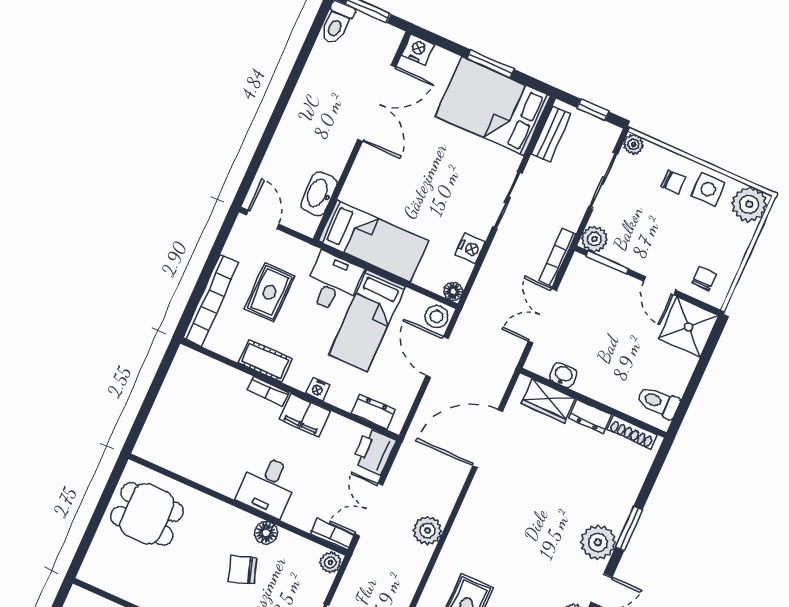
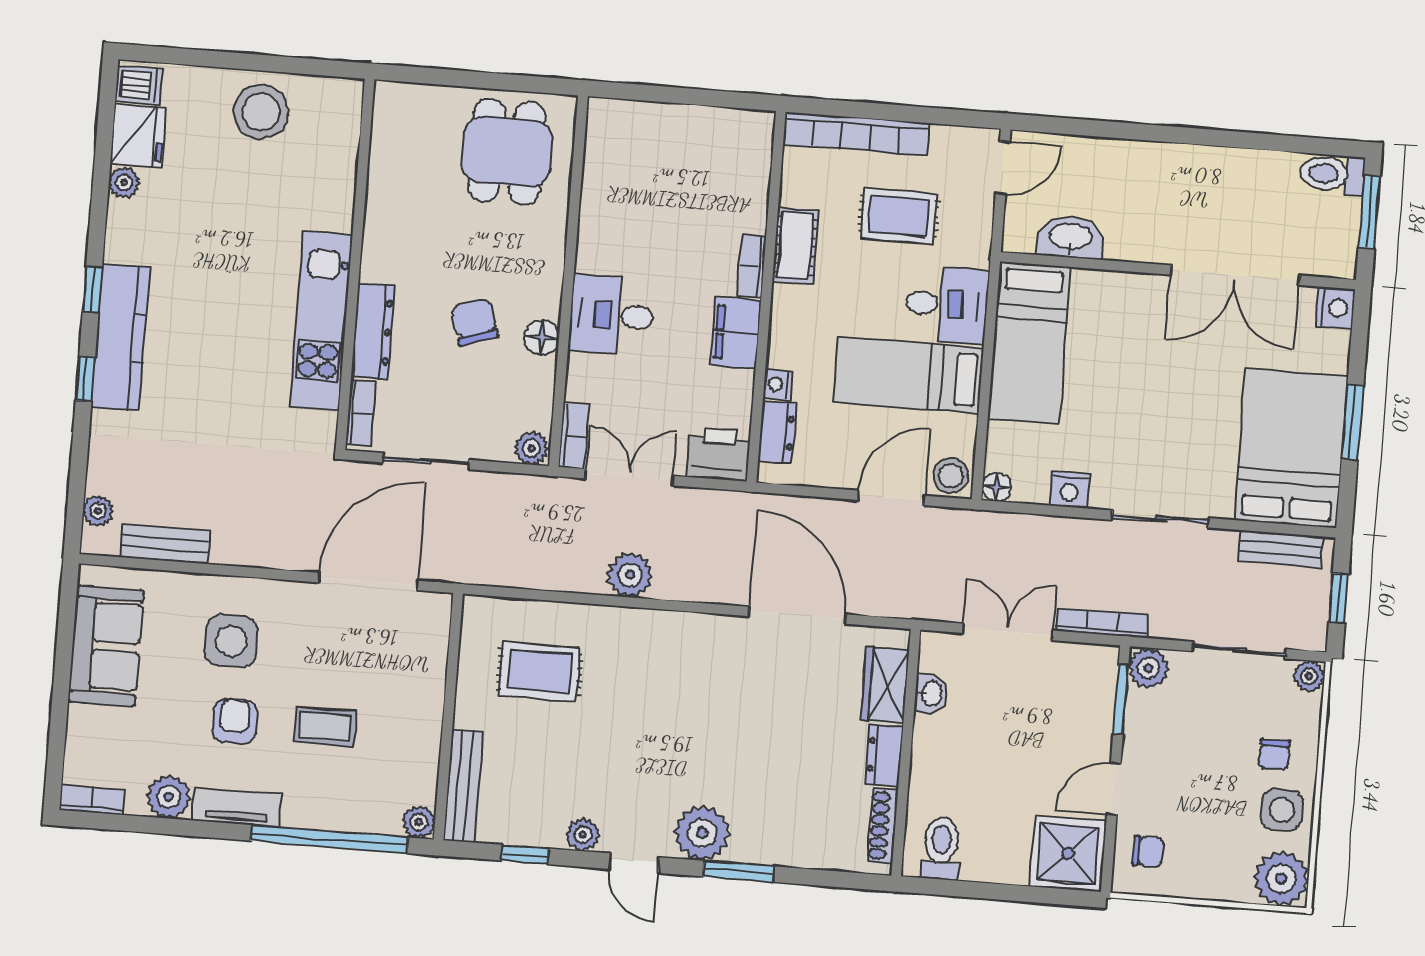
nightstand: (318, 389) -> (778, 384), moved

